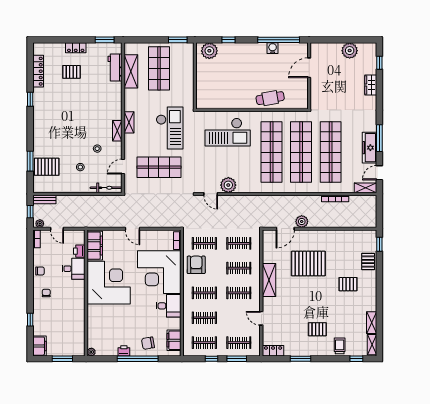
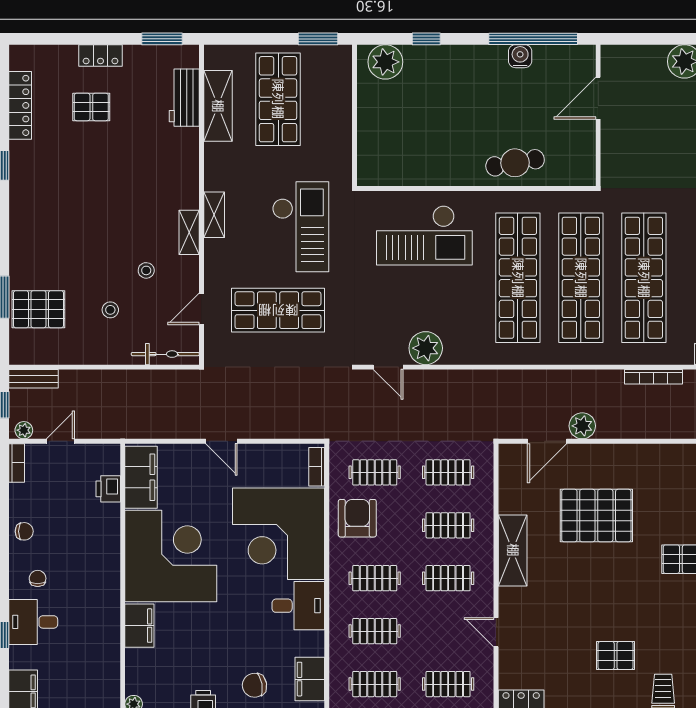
door: (57, 229) -> (60, 441), swing flipped
desk: (74, 269) -> (33, 622), moved, turned 180
filing cabinet: (94, 315) -> (139, 626), added

